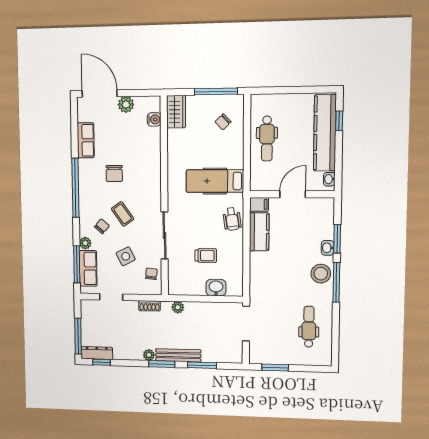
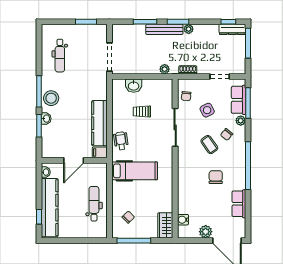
kitchen counter: (259, 232) -> (99, 123), width x1.50

